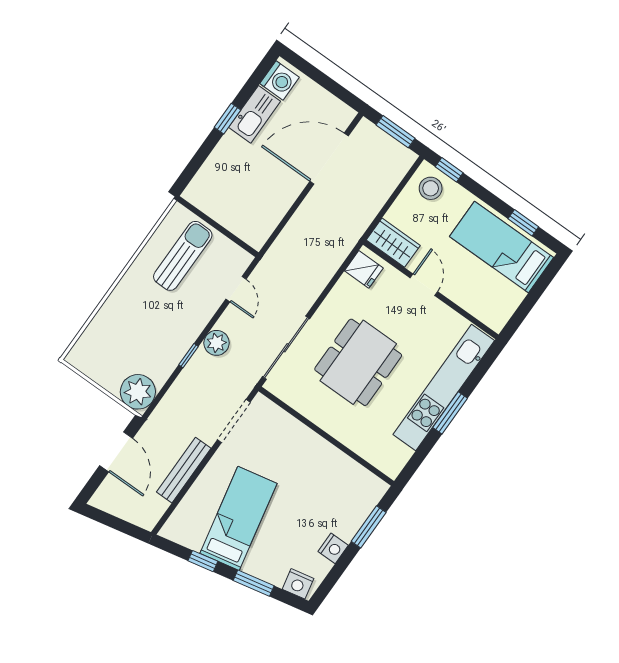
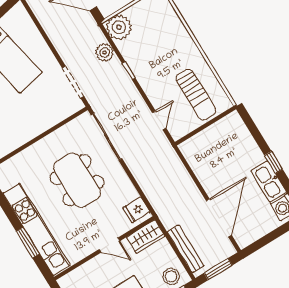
door: (236, 289) -> (159, 120), swing flipped
plant: (217, 343) -> (105, 52), moved
window: (450, 413) -> (28, 242), moved
bench: (184, 470) -> (186, 249), moved

